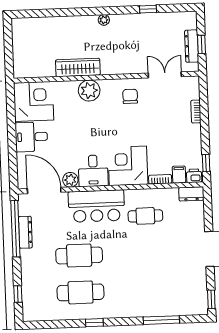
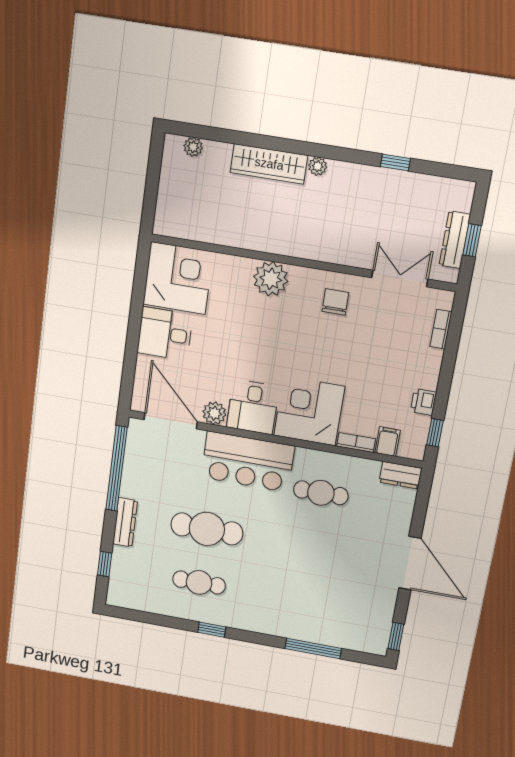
plant: (29, 23) -> (193, 147), added
wardrobe: (78, 67) -> (269, 164), moved, turned 180
bookcase: (196, 112) -> (441, 329), moved
printer: (194, 176) -> (423, 402), moved, turned -90
dresser: (25, 232) -> (125, 522), moved
cafe table: (81, 292) -> (199, 582), width x0.73, depth x0.74

